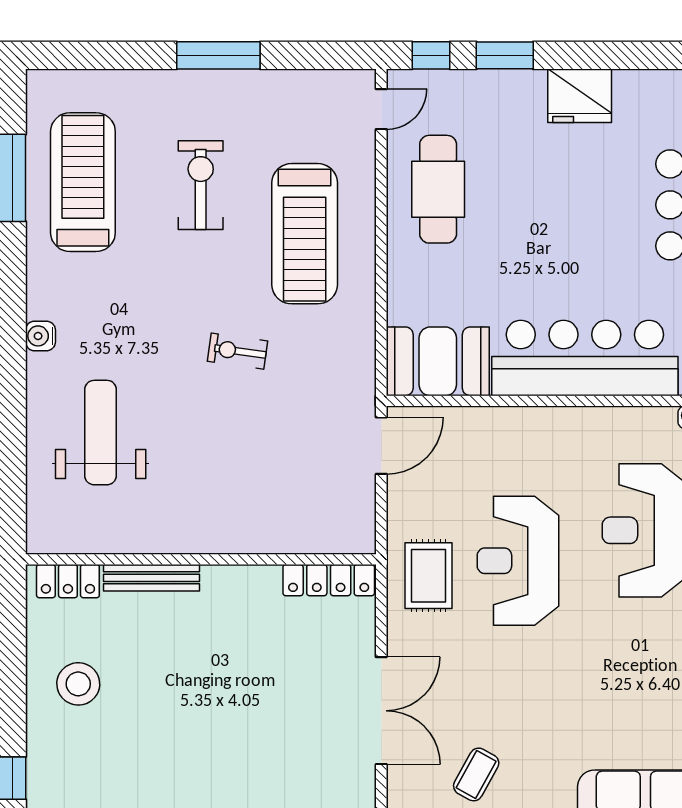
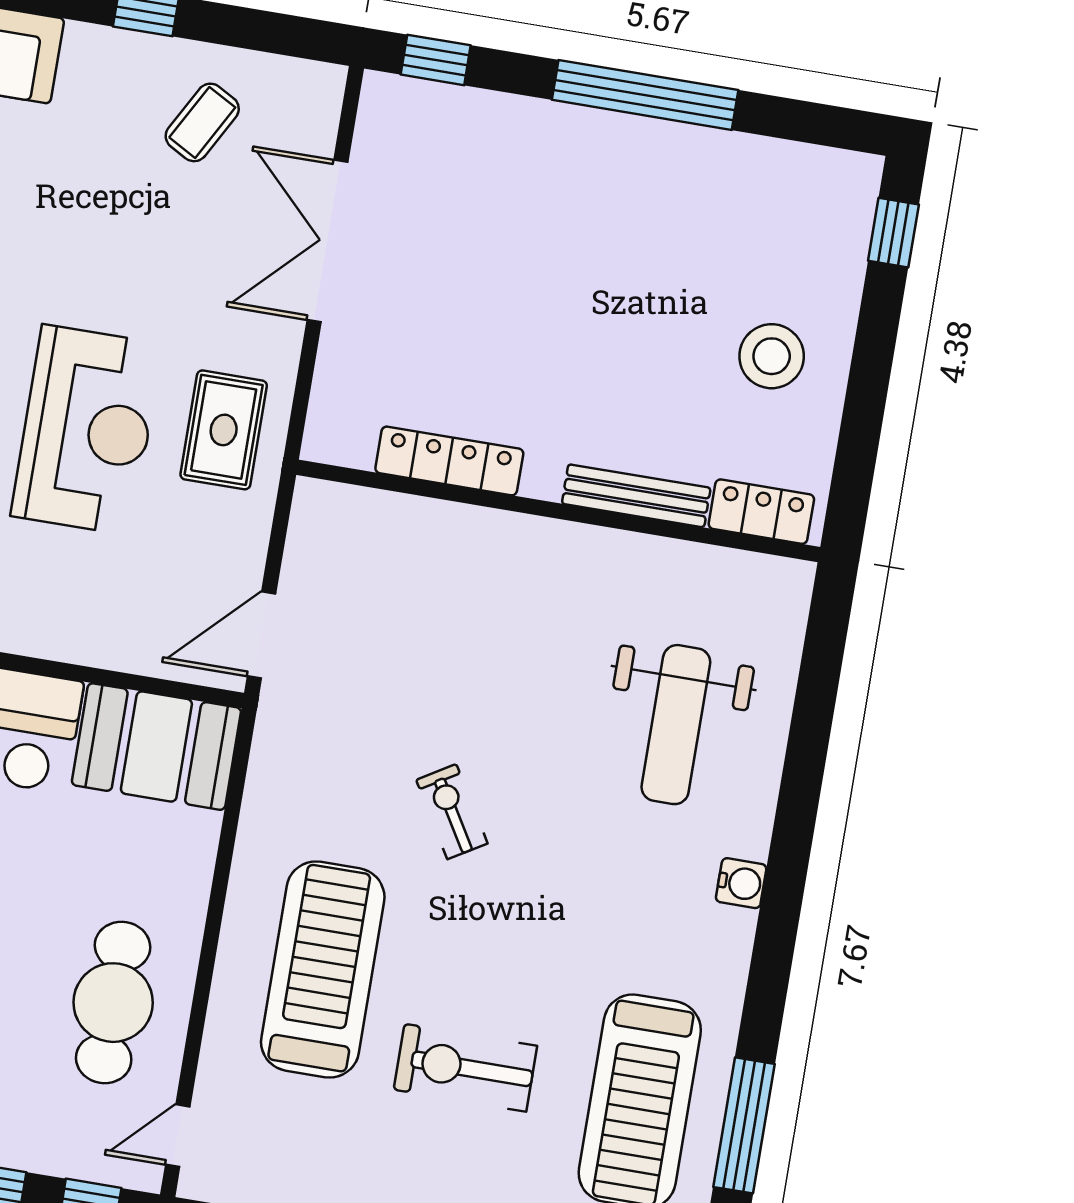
exercise bike: (201, 185) -> (465, 1068), turned 90
exercise bike: (237, 351) -> (452, 812), turned -129
locker: (329, 580) -> (449, 461), moved

